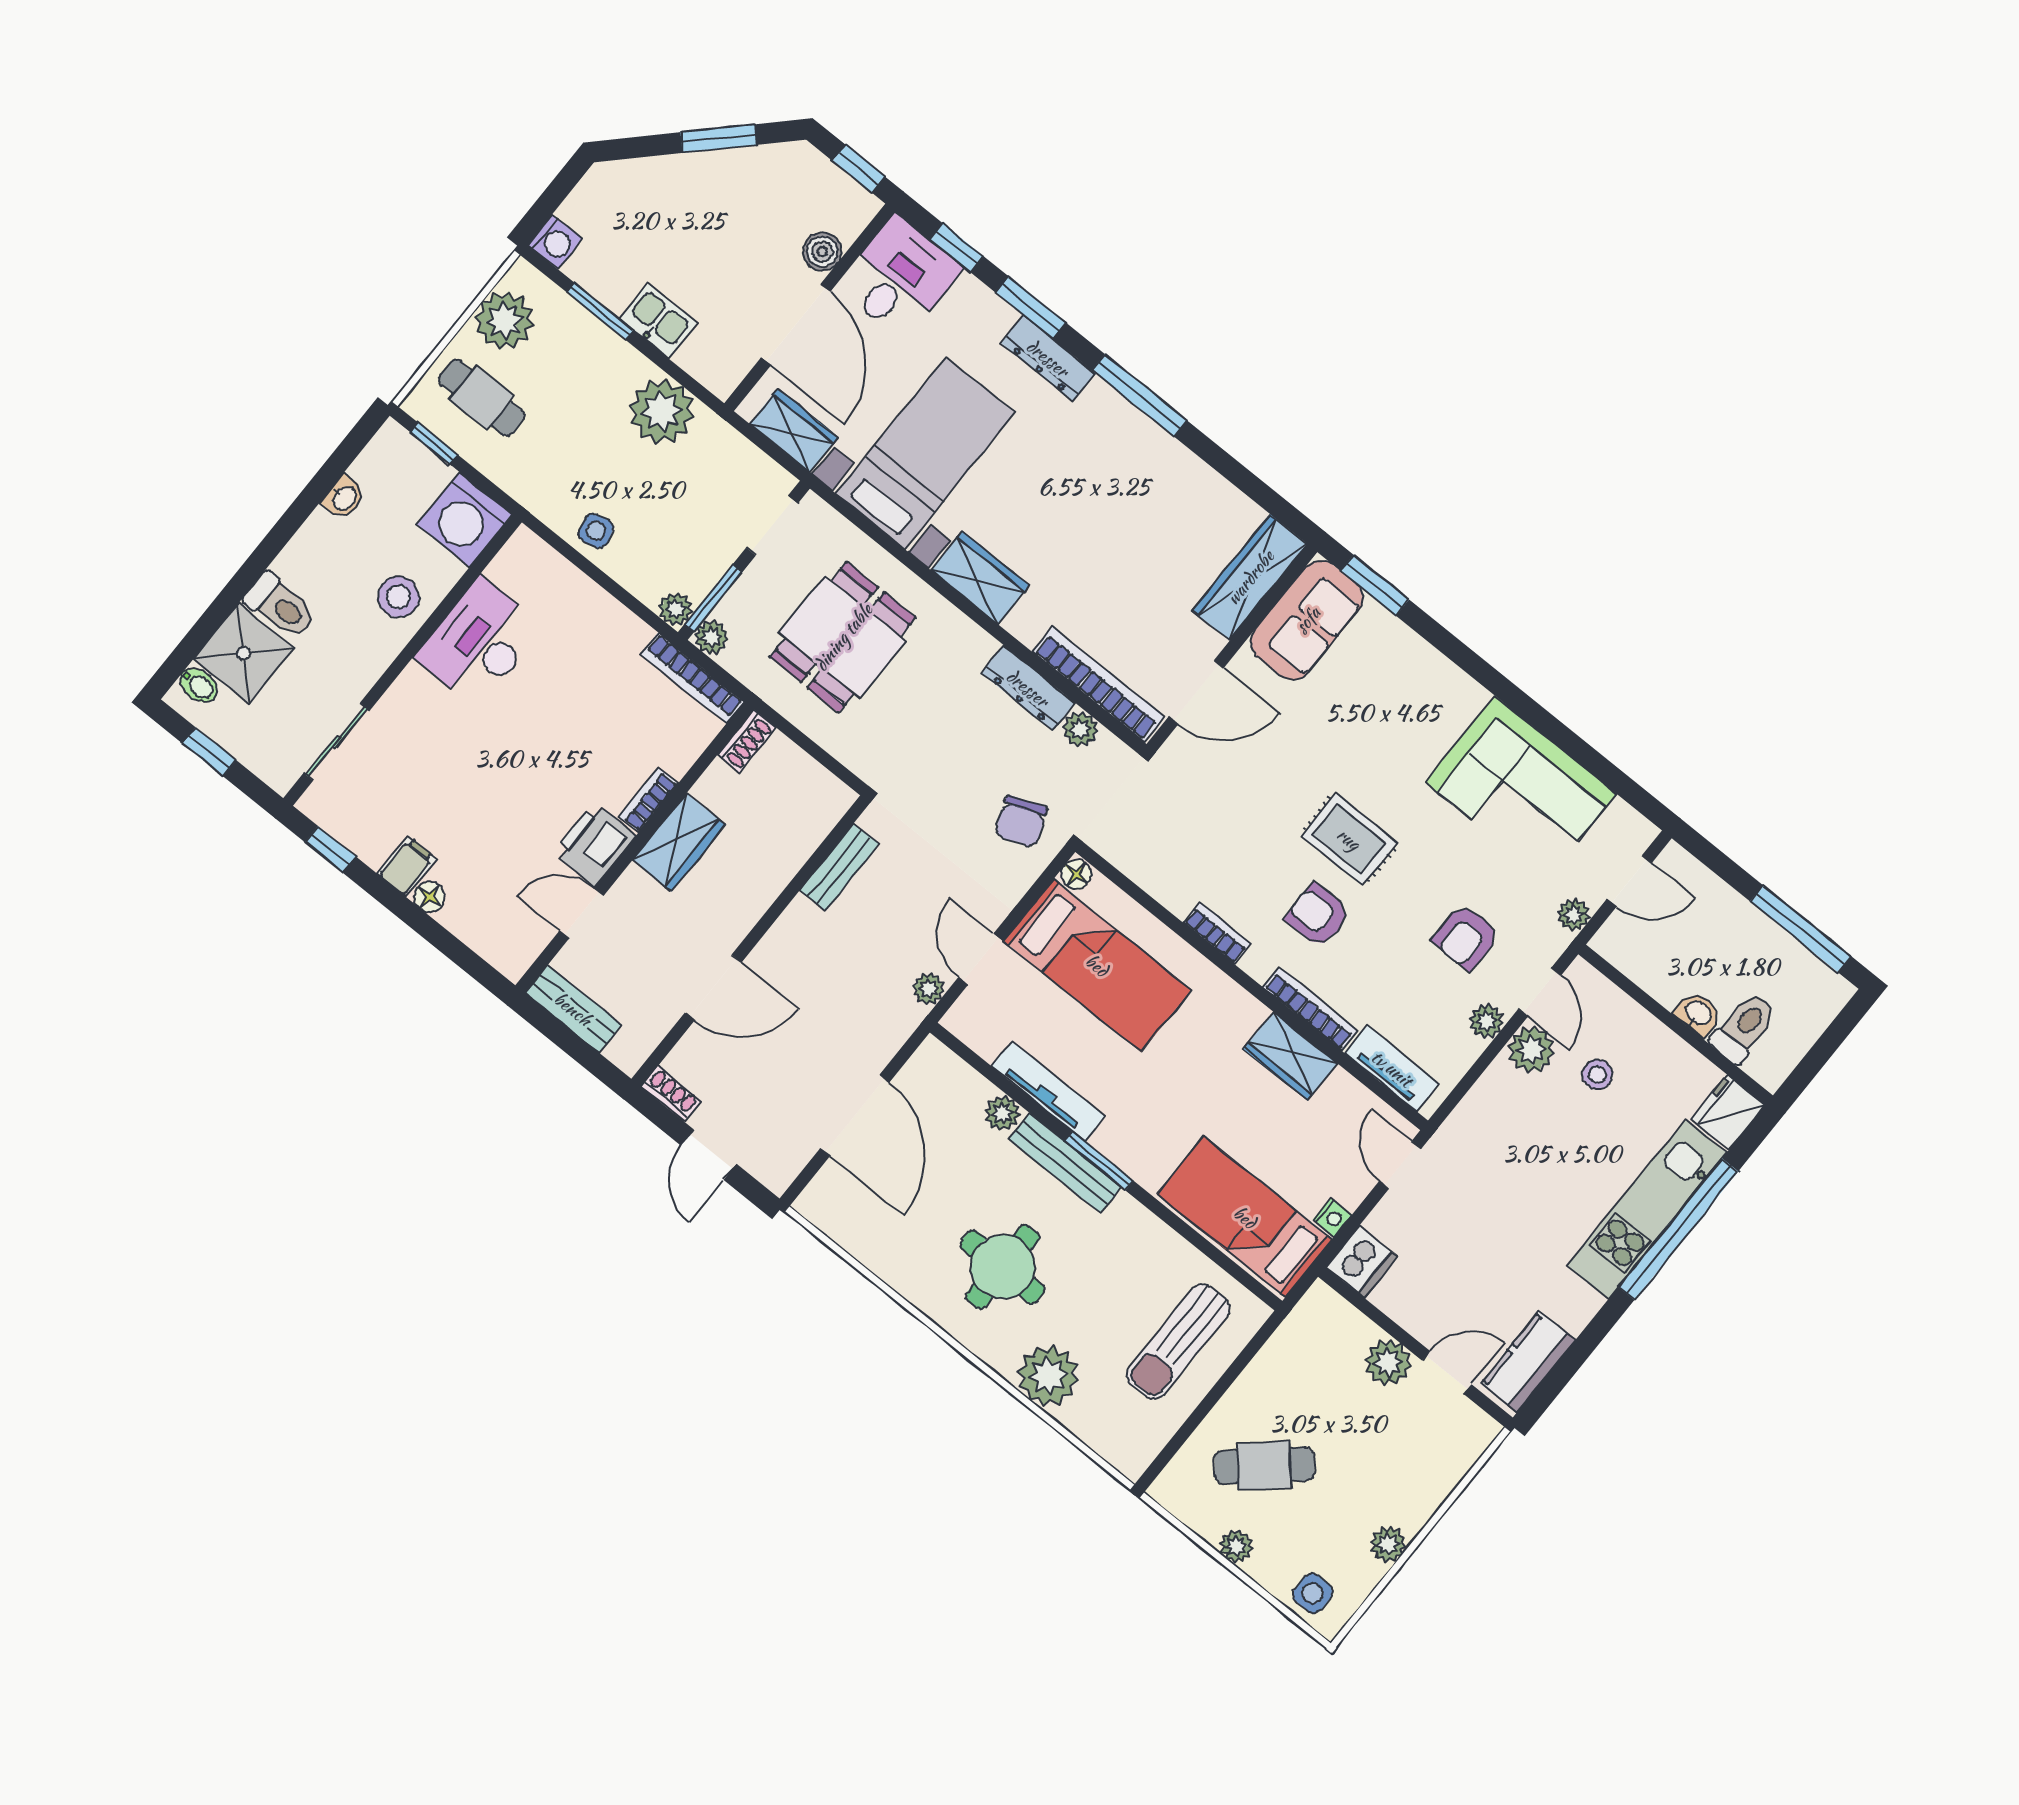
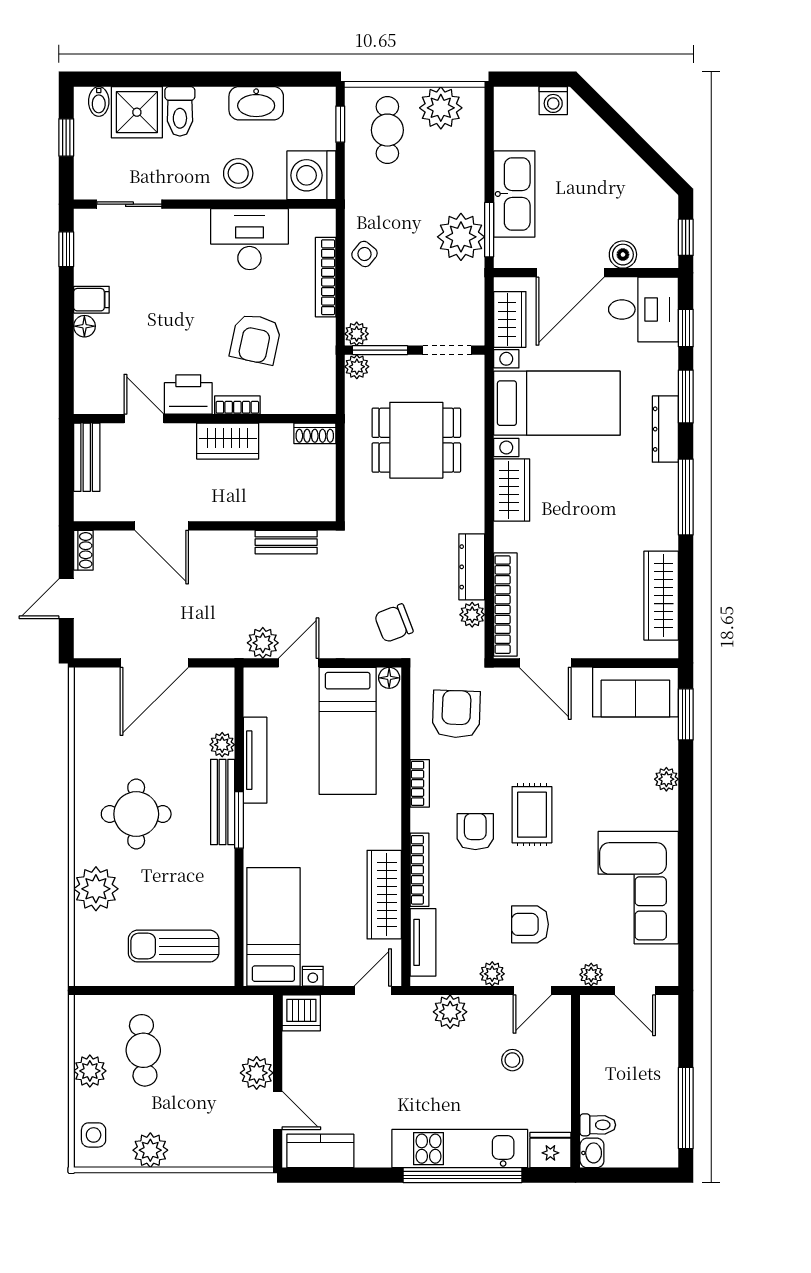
window: (719, 139) -> (639, 146), removed
washing machine: (555, 242) -> (553, 101), moved
window: (600, 311) -> (489, 230), moved
kitchen sink: (658, 321) -> (514, 194), width x1.88, depth x1.24
washbasin: (344, 498) -> (256, 103), width x1.91, depth x1.45
side table: (596, 531) -> (364, 254), turned -38
wardrobe: (1250, 577) -> (661, 596), moved, turned -90
plant: (1428, 663) -> (666, 779), added
bookcase: (692, 678) -> (326, 277), moved
armchair: (593, 723) -> (256, 339), added
armchair: (1174, 833) -> (456, 714), added
plant: (929, 989) -> (263, 643), width x1.38, depth x1.38
washbasin: (1698, 1014) -> (592, 1153), moved
toilet: (1744, 1028) -> (598, 1125), width x0.73, depth x0.72
plant: (1531, 1050) -> (450, 1012), moved
wardrobe: (1290, 1056) -> (384, 895), width x1.50
cafe table: (1264, 1466) -> (143, 1050), turned 37
plant: (1388, 1544) -> (150, 1150), width x1.38, depth x1.38
plant: (1236, 1546) -> (90, 1071), width x1.38, depth x1.38

